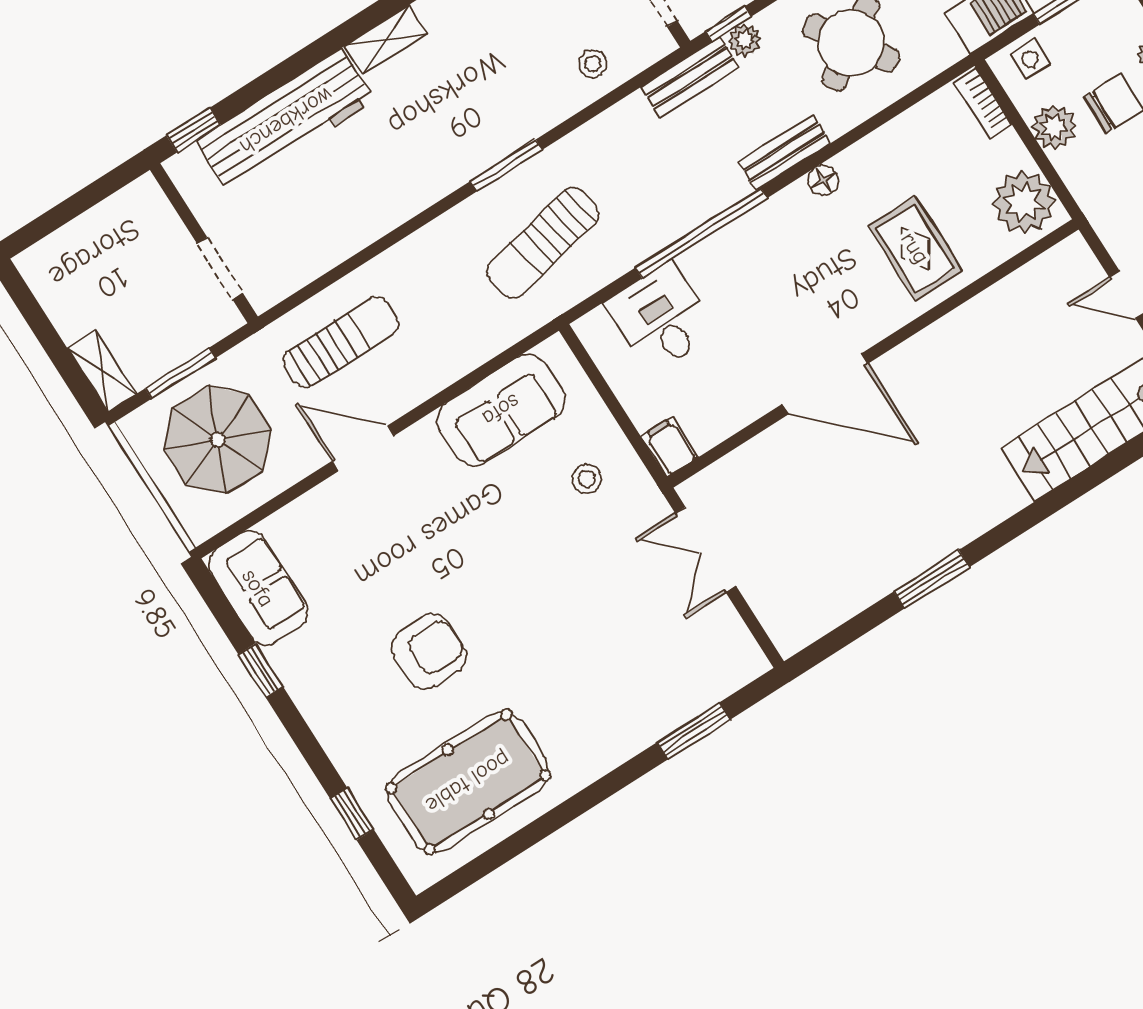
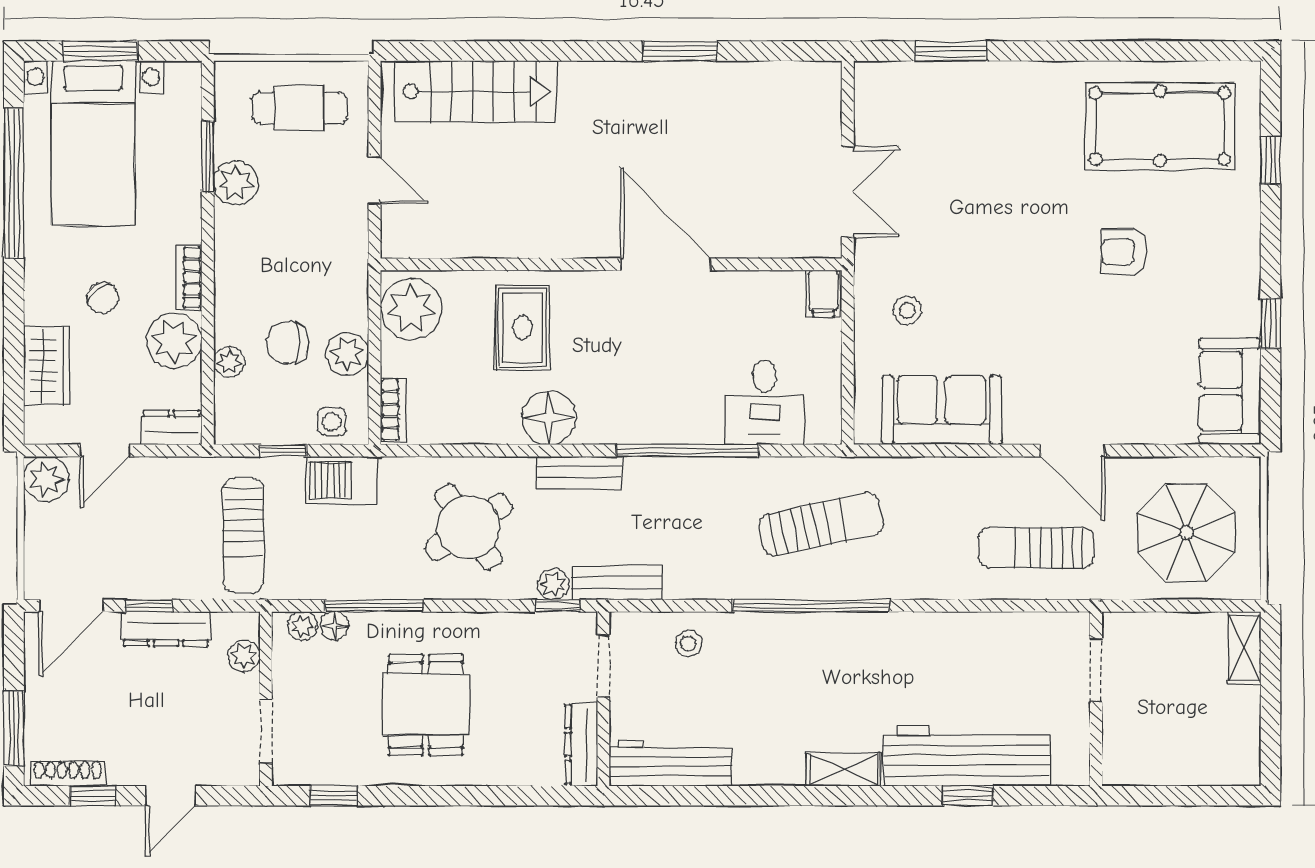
window: (193, 130) -> (968, 796), moved
window: (506, 165) -> (811, 606), width x2.11
floor lamp: (823, 180) -> (549, 418), width x1.89, depth x1.89
window: (180, 373) -> (1182, 606), removed
armchair: (429, 651) -> (1124, 252), width x0.72, depth x0.72

